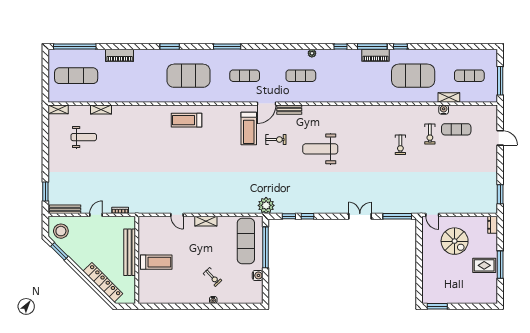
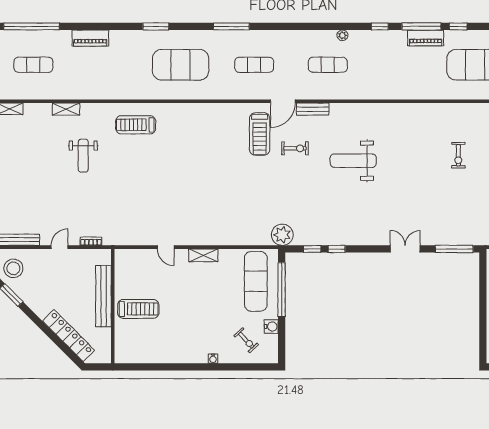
exercise mat: (76, 76) -> (33, 65), width x0.73, depth x0.69
treadmill: (186, 120) -> (136, 125), moved
weight bench: (84, 137) -> (83, 156), moved, turned 90
exercise bike: (213, 277) -> (246, 340), moved

